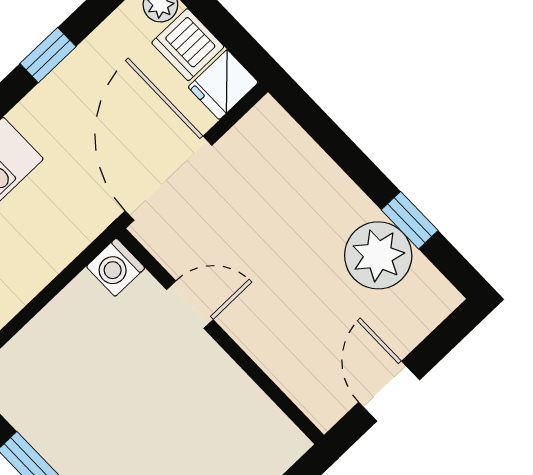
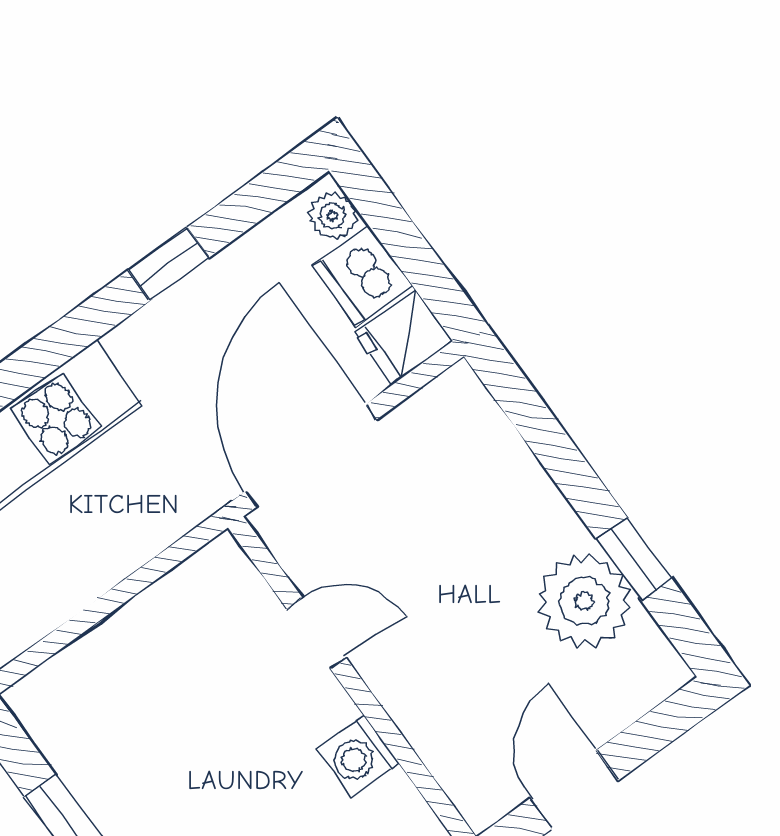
washing machine: (116, 267) -> (358, 756), moved

